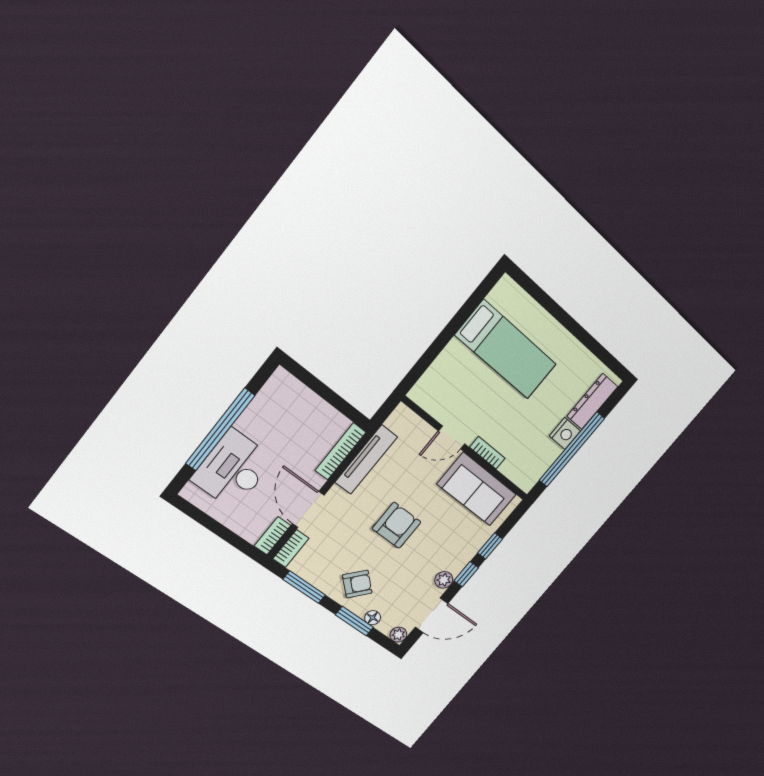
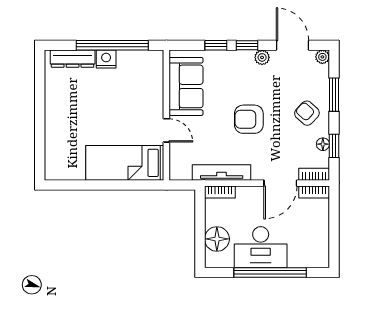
bed: (506, 350) -> (125, 163), moved, turned -90
floor lamp: (301, 402) -> (217, 239), added
bookcase: (341, 451) -> (220, 192), width x0.64
bookcase: (487, 453) -> (158, 99), removed
desk: (233, 469) -> (261, 247), moved
window: (304, 587) -> (334, 146), width x0.67
floor lamp: (373, 618) -> (323, 144), moved

